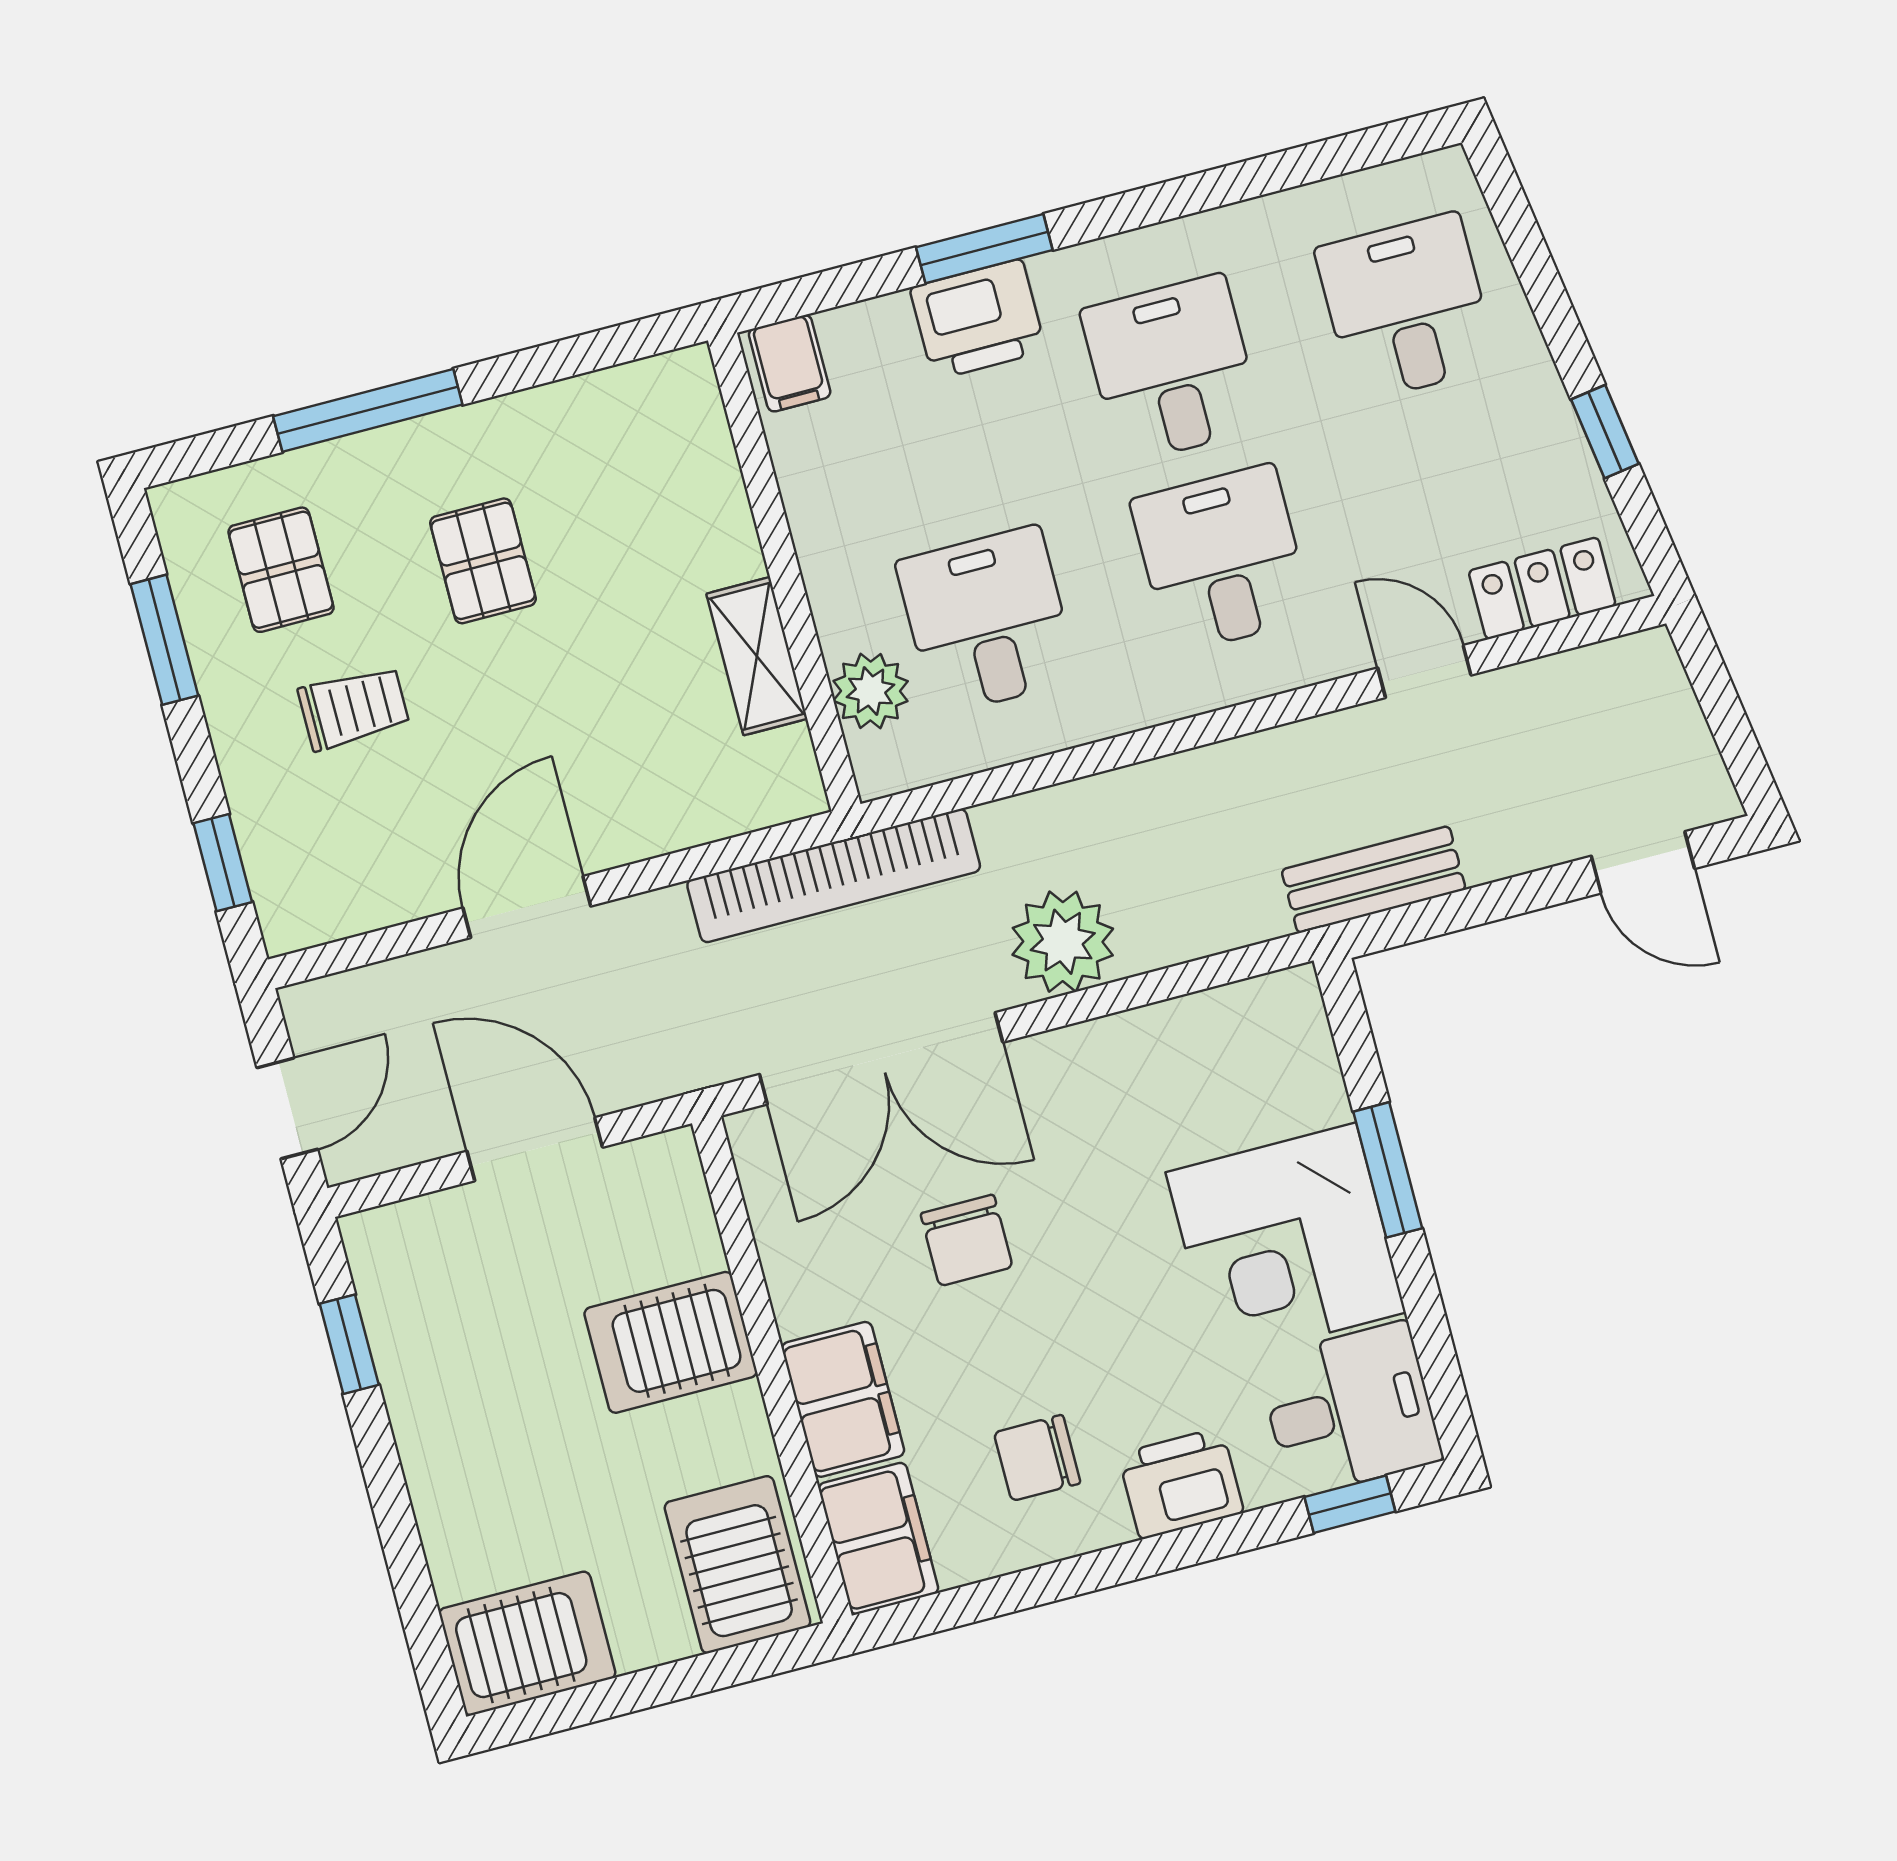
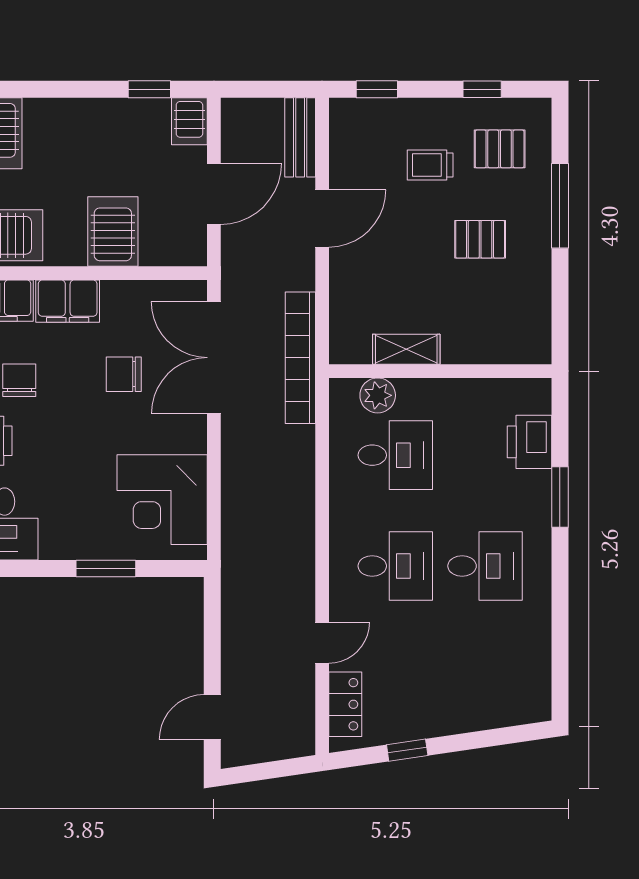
desk: (1406, 307) -> (485, 677), removed
printer: (978, 319) -> (529, 442), moved
filing cabinet: (790, 363) -> (532, 398), removed
window: (164, 640) -> (482, 89), width x0.67
trolley: (354, 708) -> (430, 165), turned 90
bench: (1374, 880) -> (300, 137), moved
door: (527, 907) -> (322, 218), hinge flipped
plant: (1063, 942) -> (245, 451), removed
door: (287, 1108) -> (261, 89), removed
server rack: (395, 1241) -> (189, 121), added
corner desk: (1286, 1242) -> (162, 500), moved, turned -90

